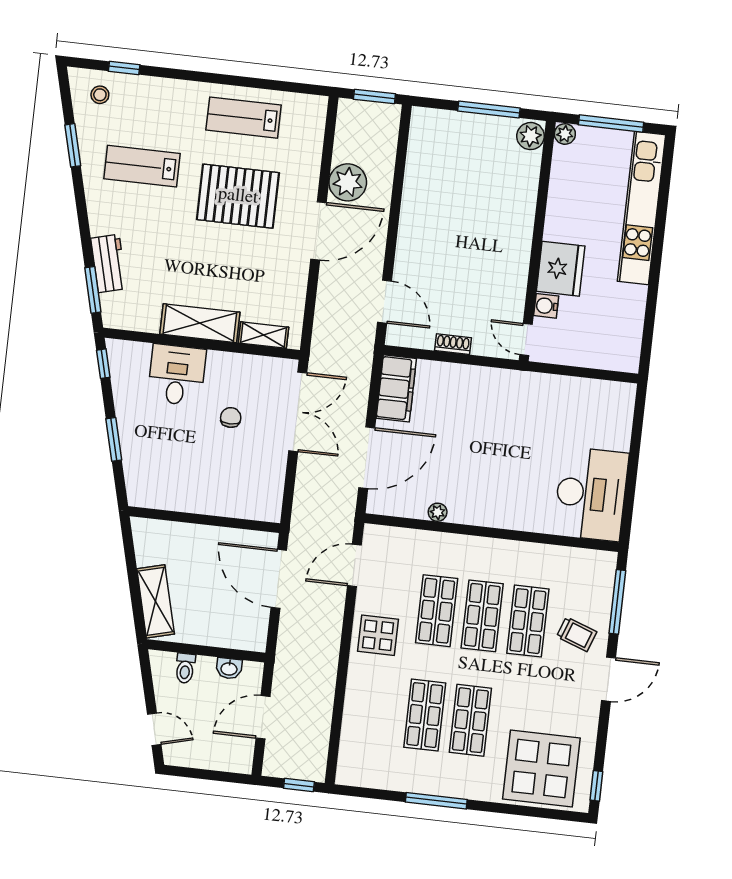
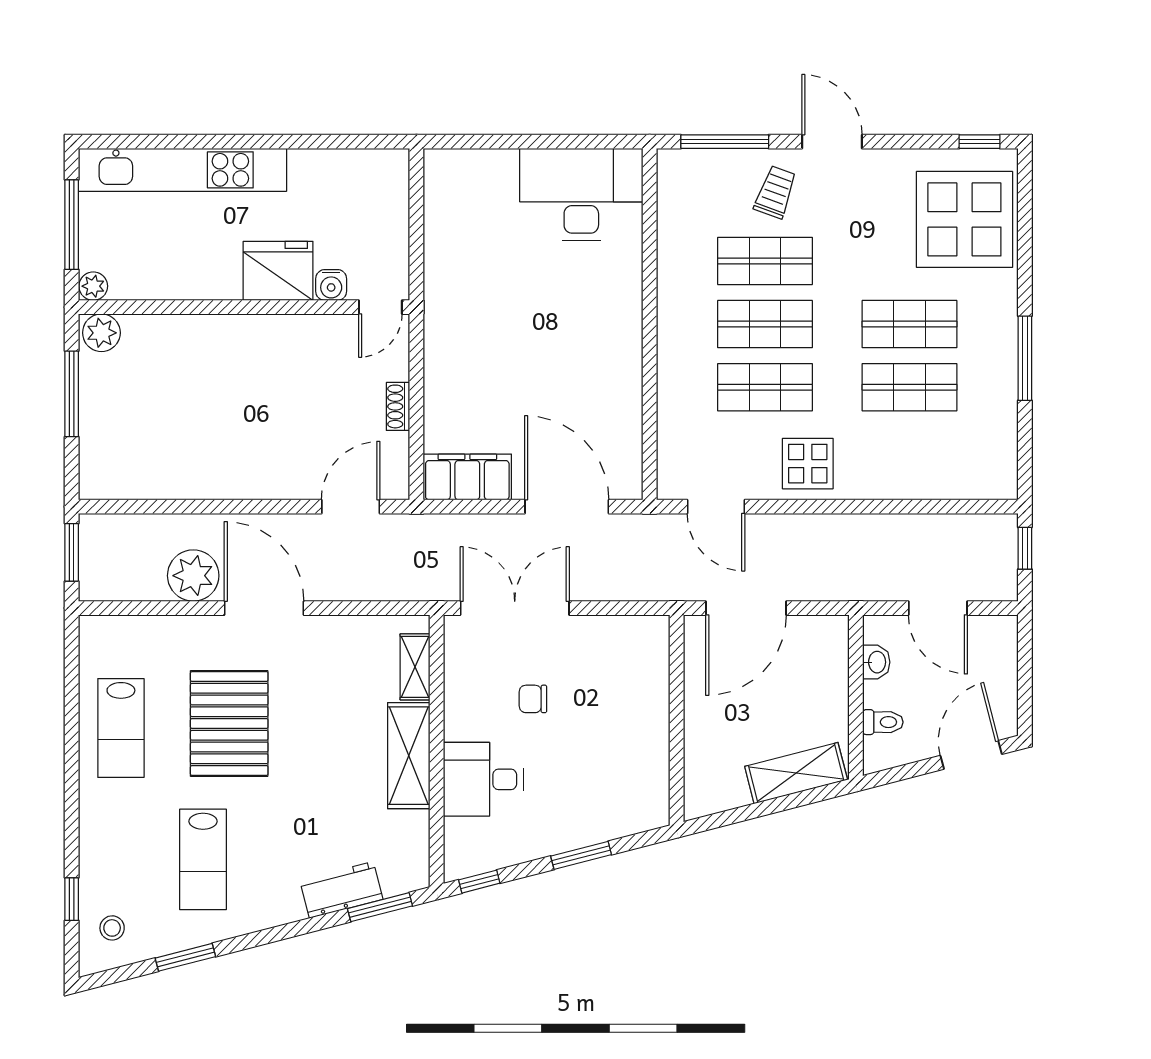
plant: (438, 512) -> (630, 401), removed
door: (154, 729) -> (971, 755), width x1.38

